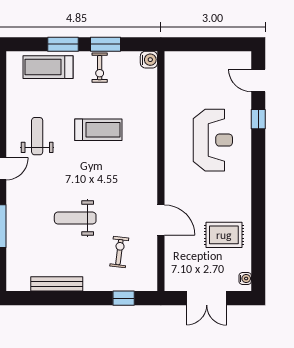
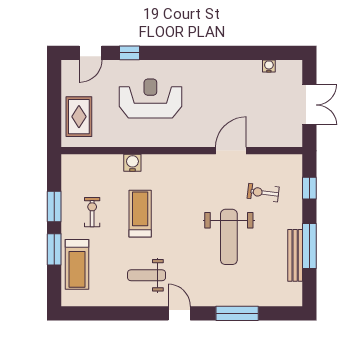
water cooler: (149, 60) -> (132, 163), moved
exercise bike: (100, 68) -> (92, 212), moved, turned -90
weight bench: (75, 218) -> (229, 237), width x1.36, depth x1.33
rug: (224, 235) -> (79, 117), moved
water cooler: (245, 278) -> (269, 66), moved
window: (66, 298) -> (309, 246), added

